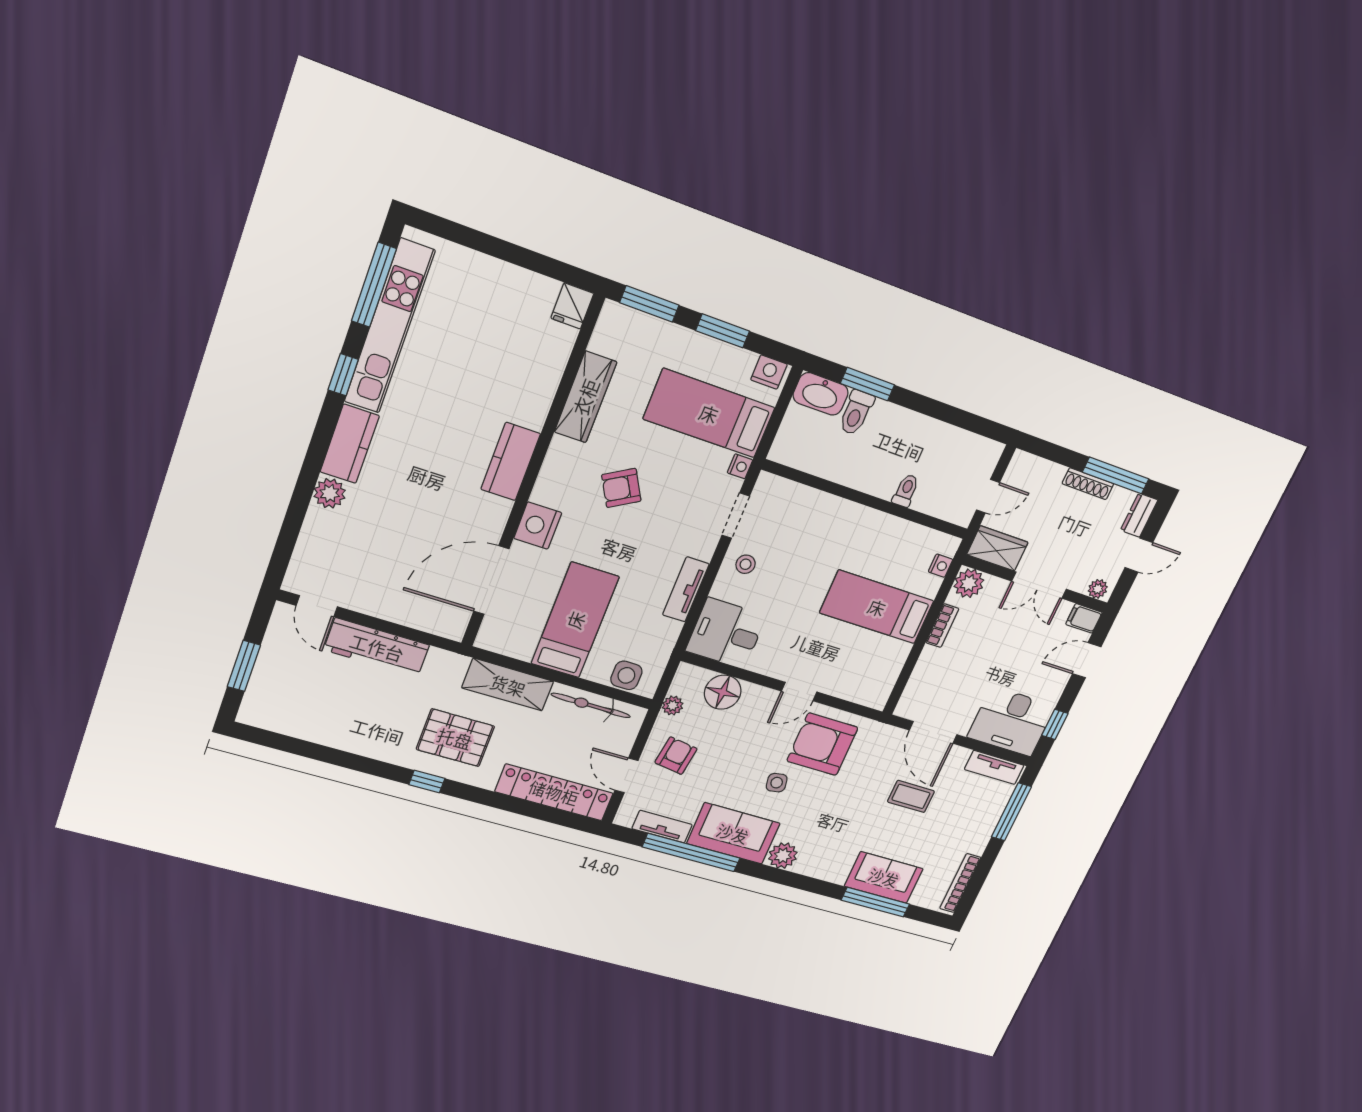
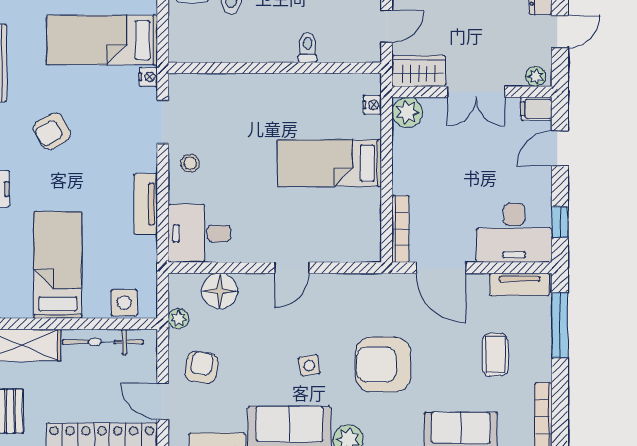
bookcase: (942, 626) -> (401, 229), moved, width x1.56
armchair: (822, 744) -> (383, 364), moved
coffee table: (911, 796) -> (495, 355), moved, turned 90

